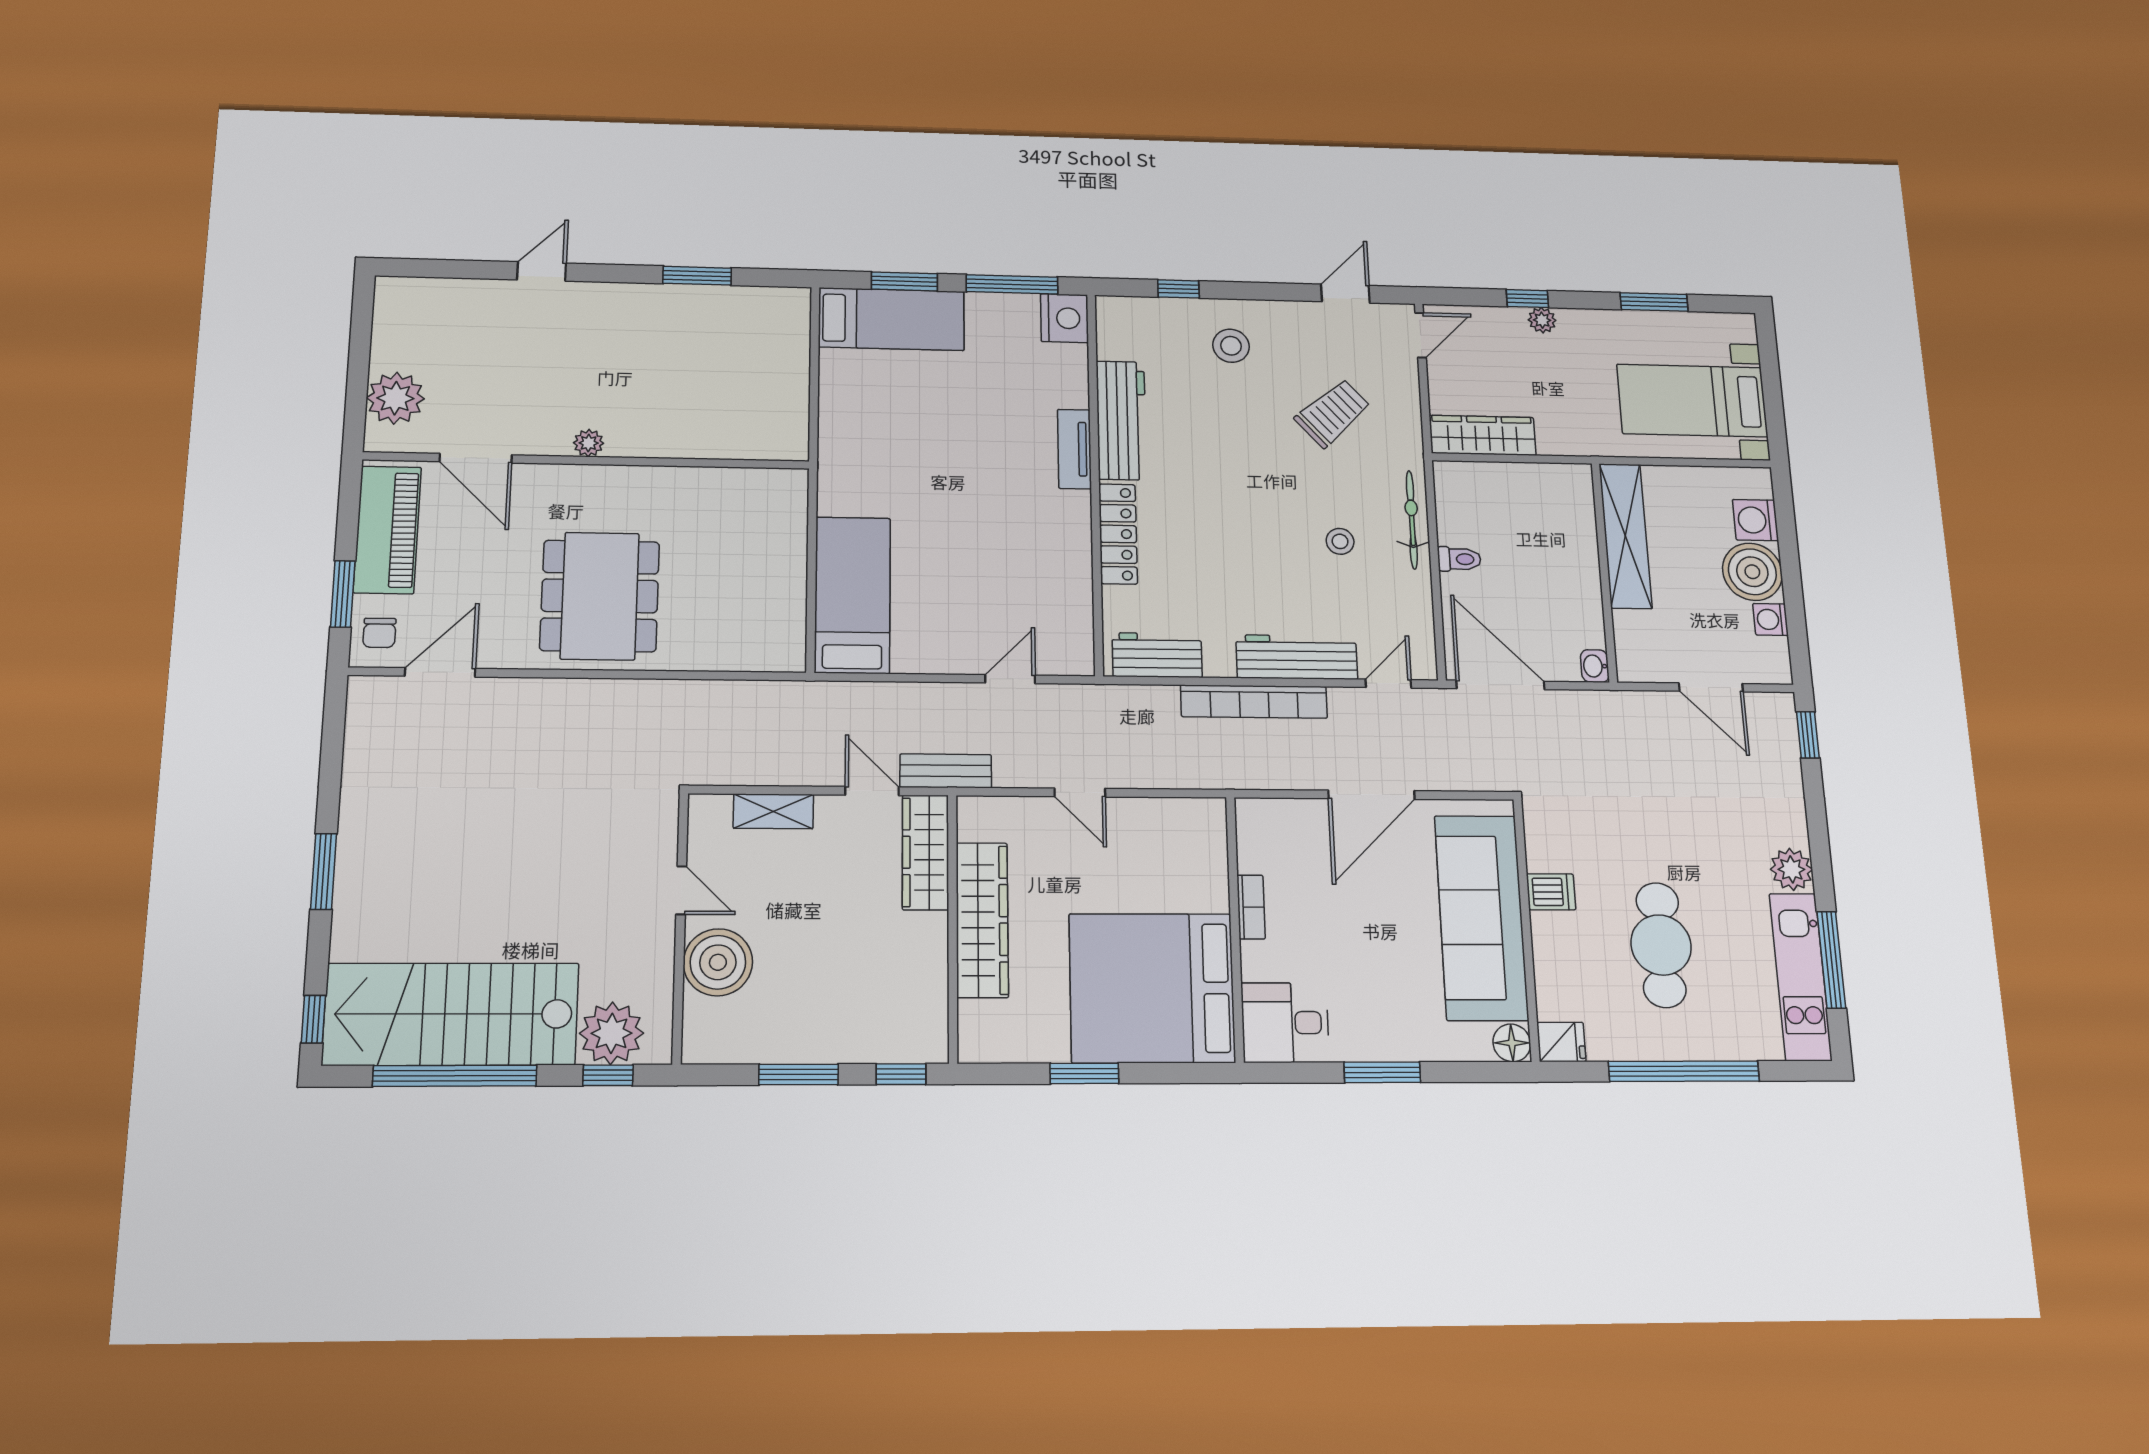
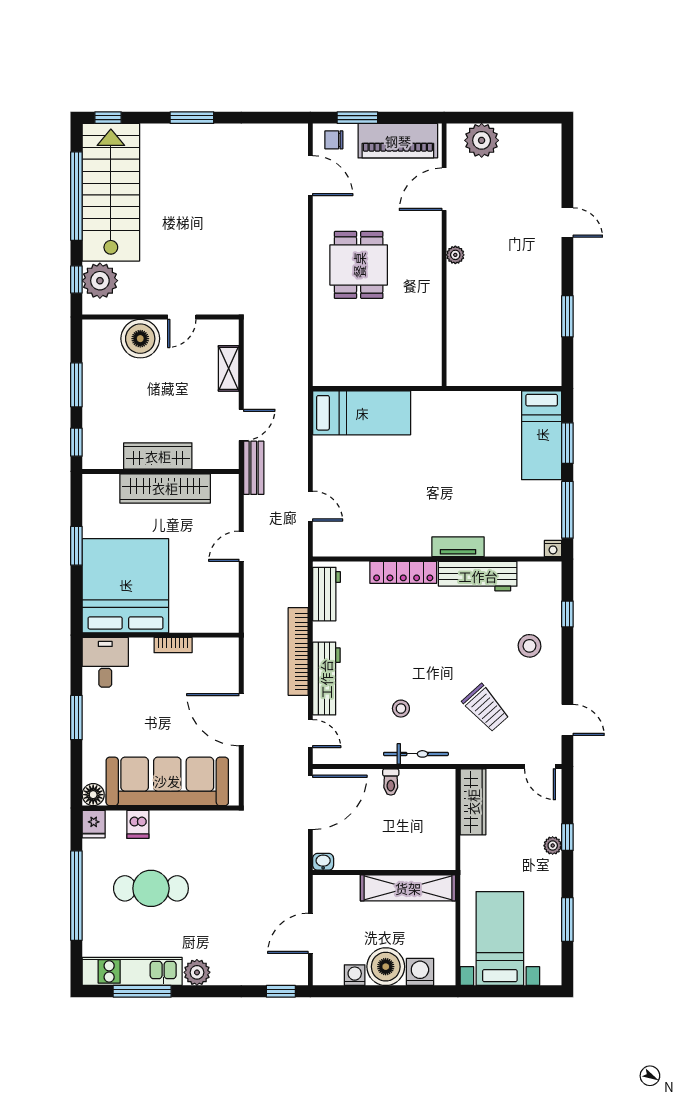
nightstand: (1064, 318) -> (553, 549), width x0.53, depth x0.56
dining table: (600, 596) -> (359, 265), width x0.73
wardrobe: (925, 852) -> (158, 456), moved
dishwasher: (1551, 892) -> (138, 824), moved

